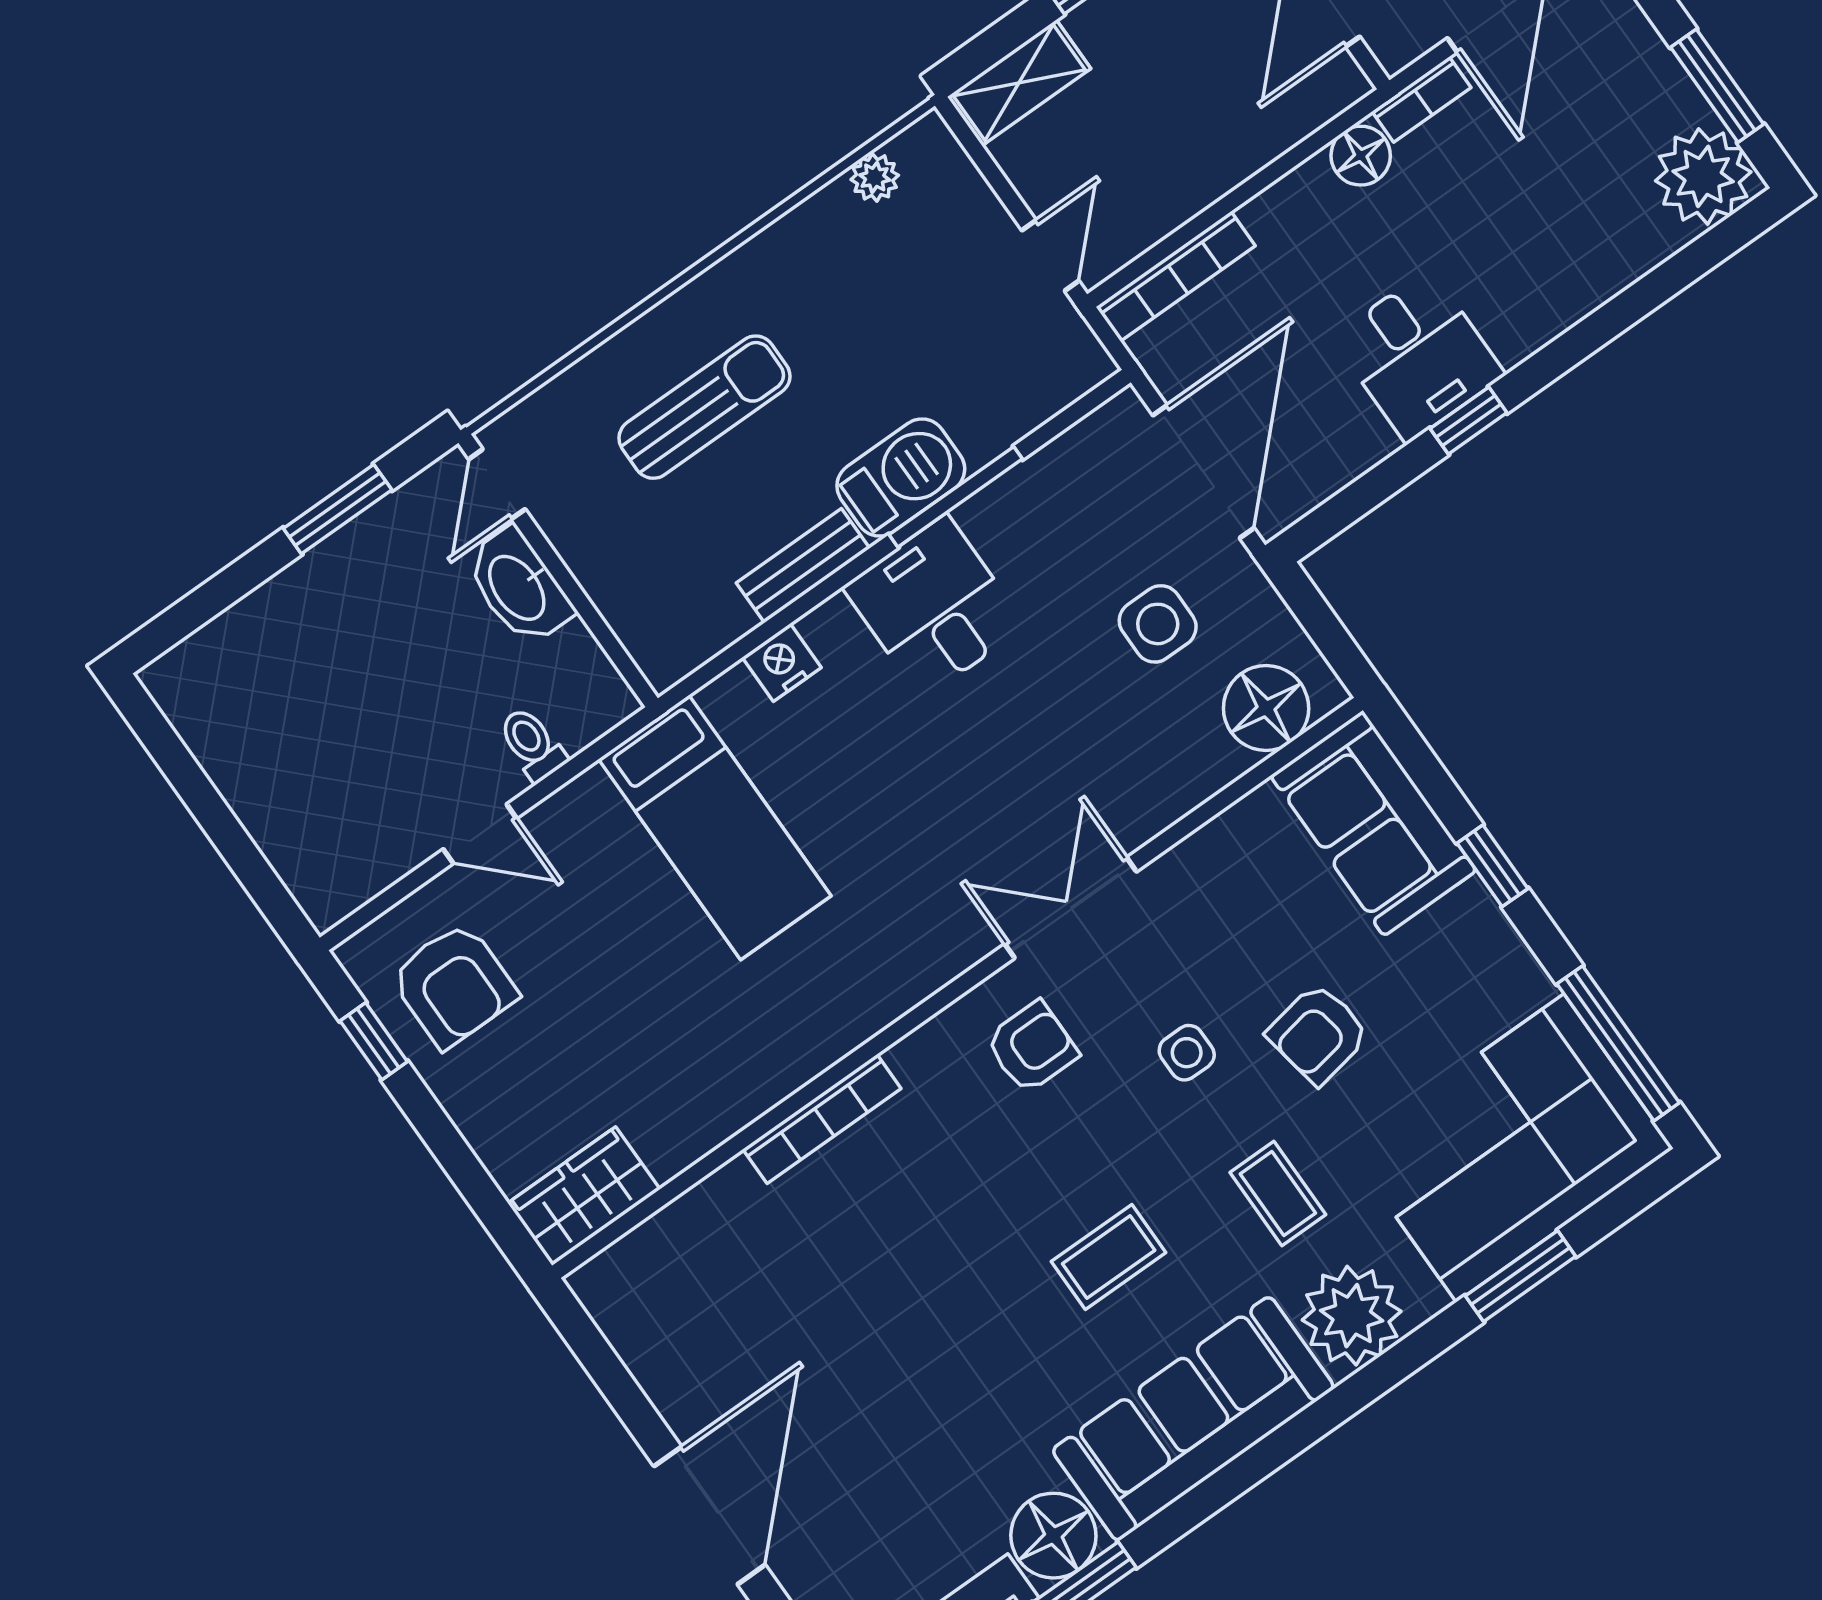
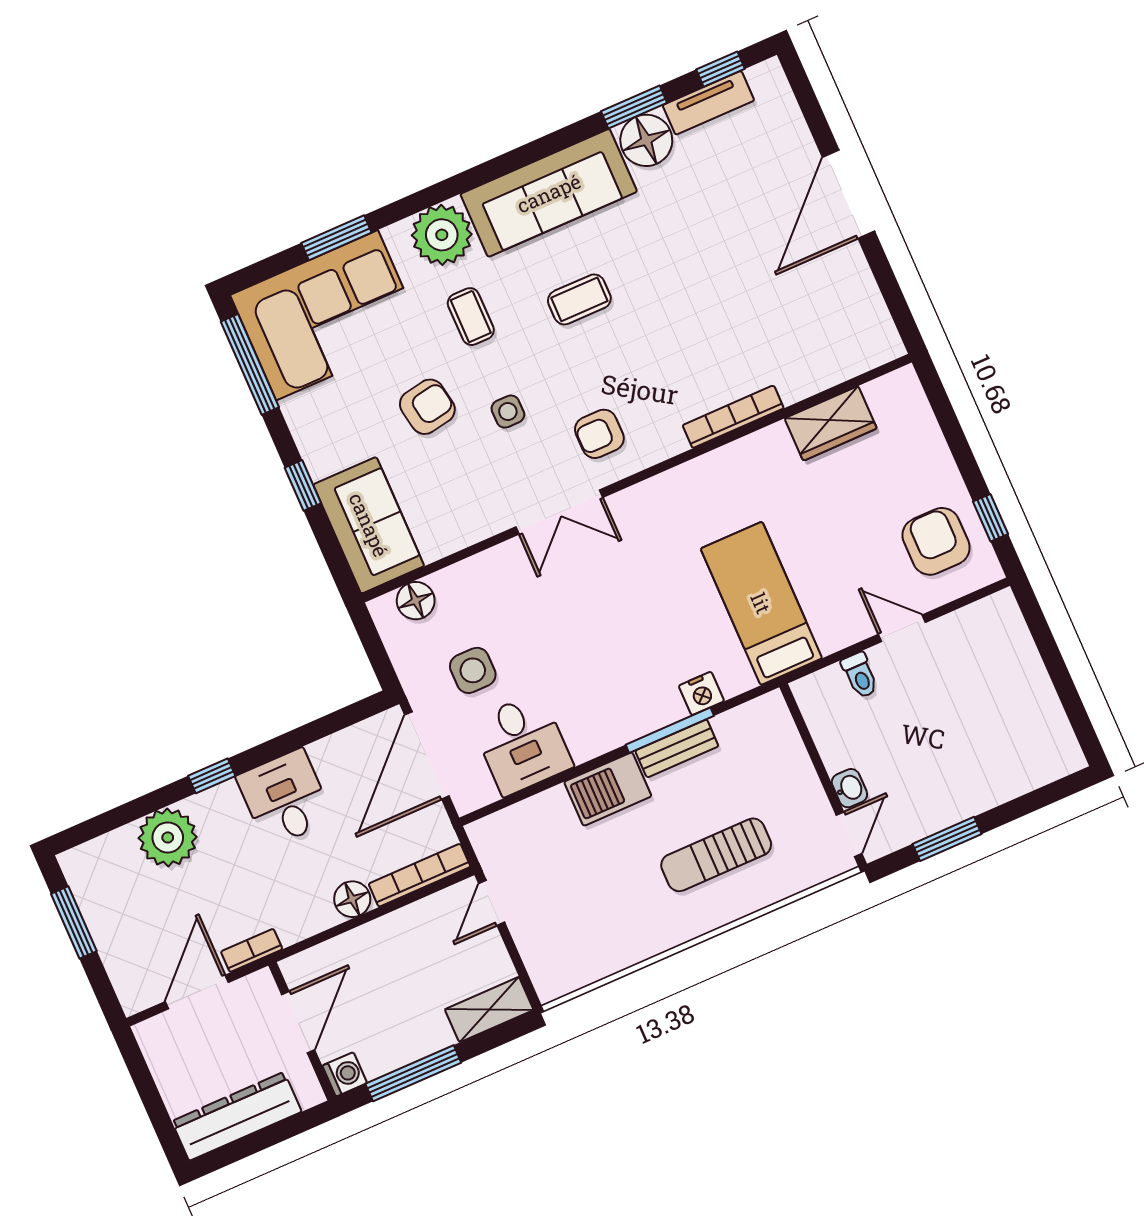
floor lamp: (1361, 156) -> (352, 899), moved
plant: (1703, 176) -> (168, 837), moved
plant: (875, 177) -> (587, 971), removed
window: (1469, 421) -> (212, 776), moved
window: (956, 497) -> (670, 730), moved
washbasin: (518, 587) -> (849, 788), width x0.52, depth x0.69
desk: (934, 607) -> (522, 744), moved
floor lamp: (1266, 708) -> (416, 601), width x0.73, depth x0.73
wardrobe: (584, 1196) -> (831, 423), moved

